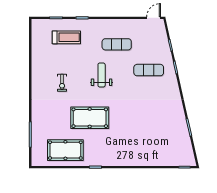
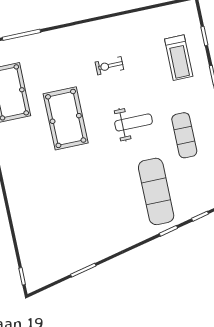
exercise mat: (149, 70) -> (156, 191), width x1.36, depth x1.45

